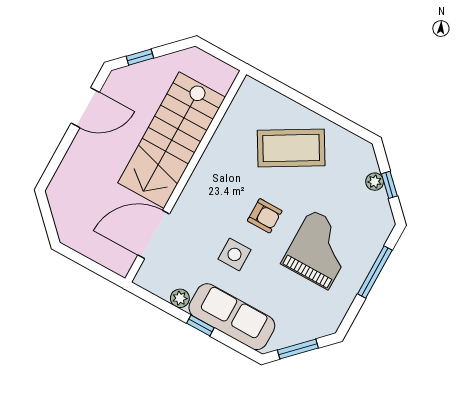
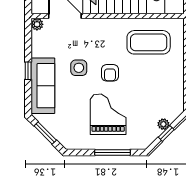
coffee table: (291, 148) -> (149, 42), moved, turned -60
grand piano: (320, 249) -> (108, 114), turned -90
plant: (180, 298) -> (37, 24), moved

